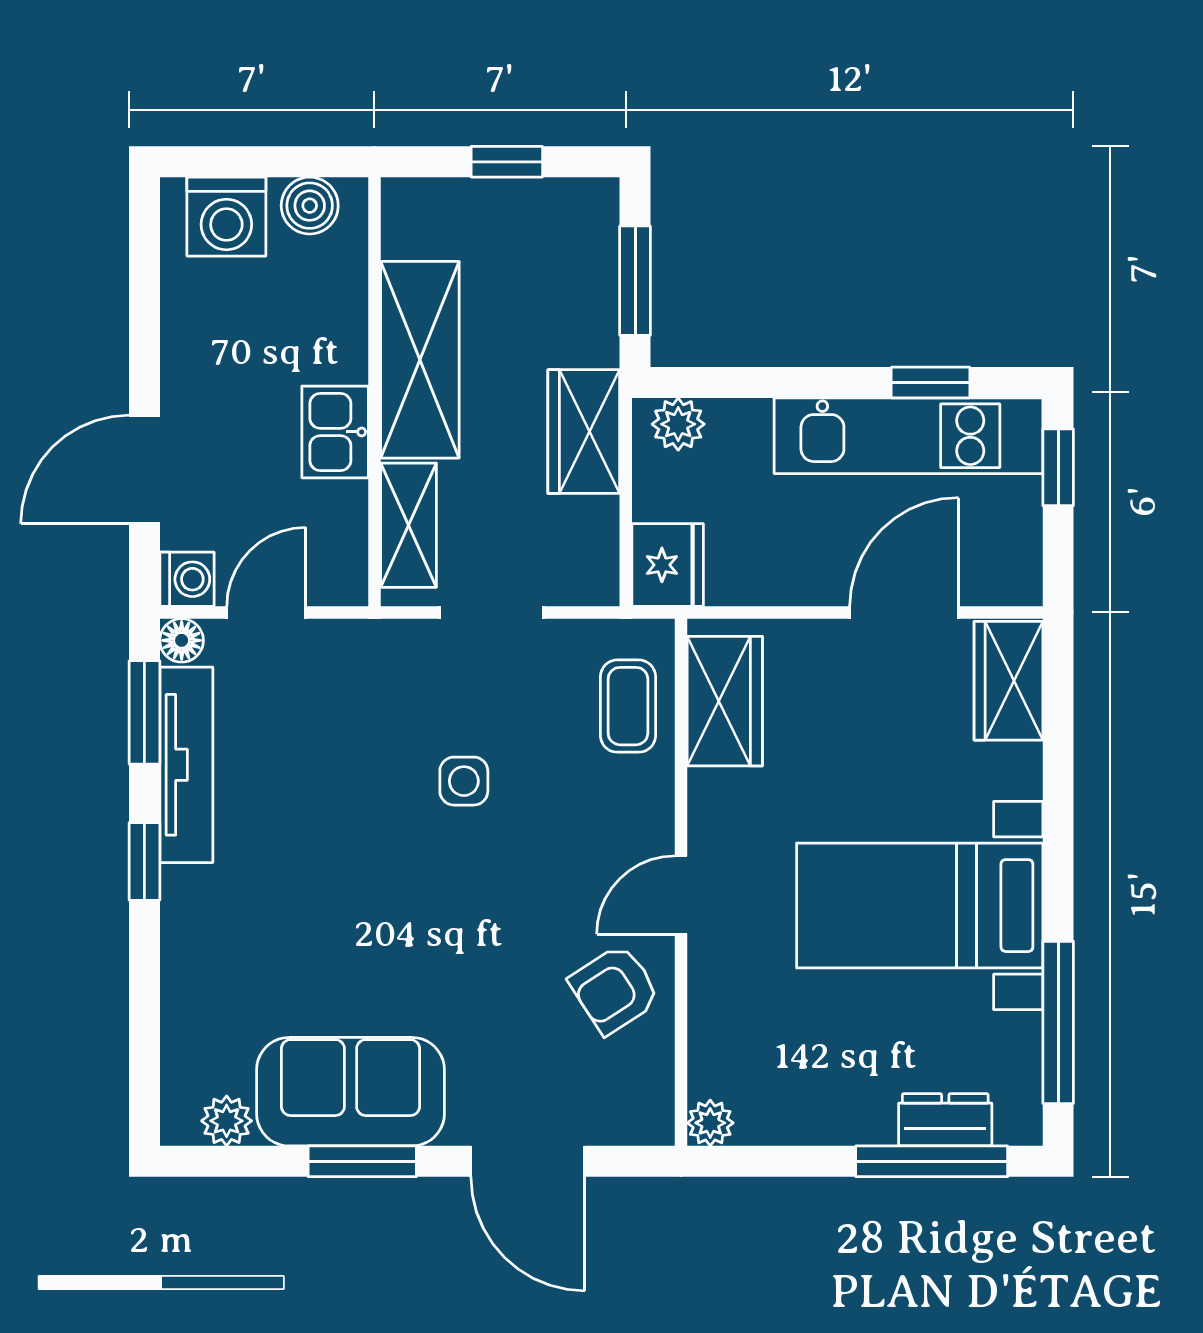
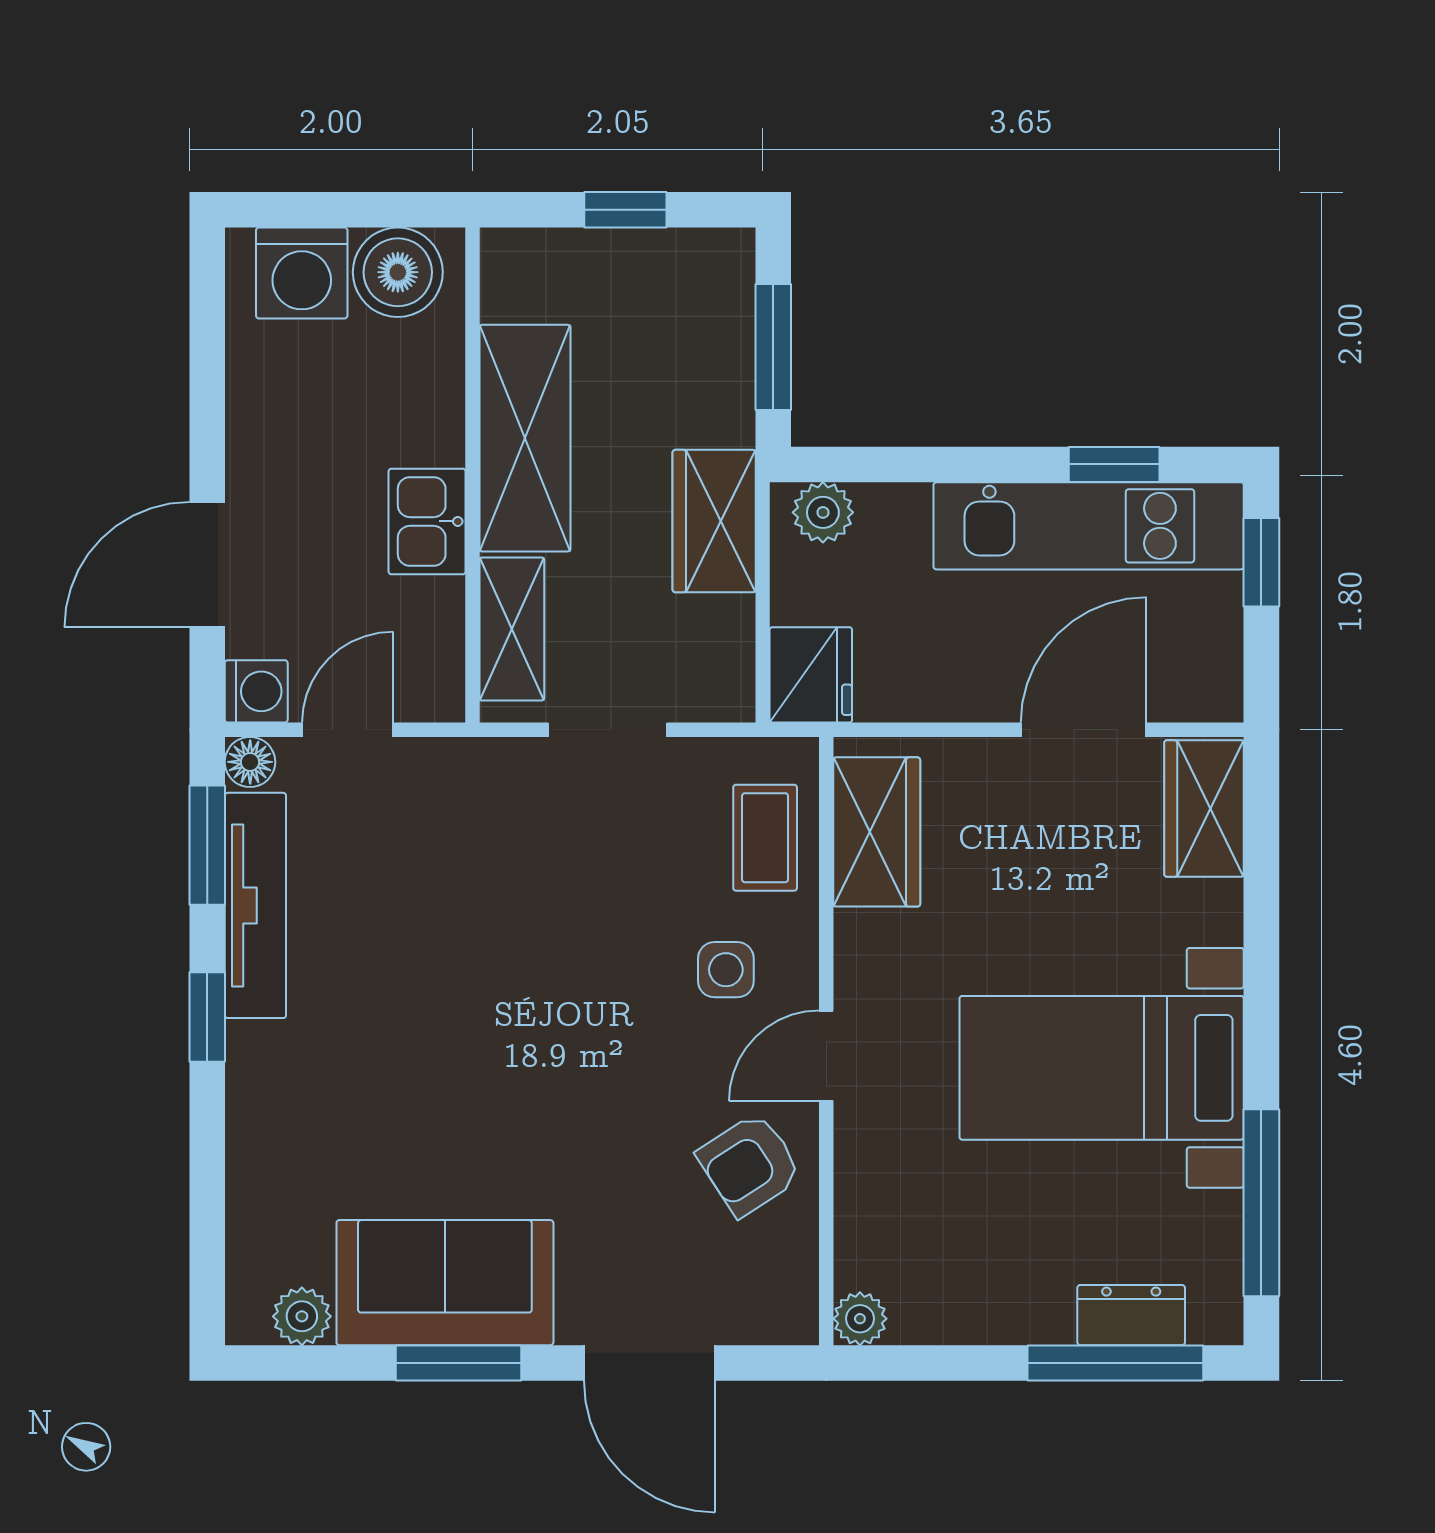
boiler: (310, 206) -> (398, 272), width x1.36, depth x1.36
side table: (464, 781) -> (726, 970), moved

